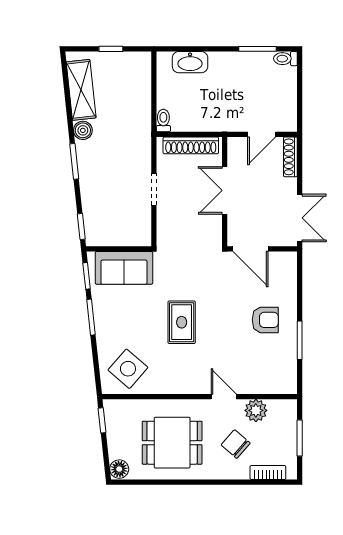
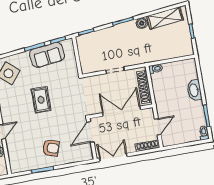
washbasin: (190, 62) -> (194, 90), moved
door: (262, 134) -> (158, 127), swing flipped
double door: (225, 190) -> (122, 111), width x1.37
double door: (300, 218) -> (113, 157), swing flipped
sofa: (124, 268) -> (47, 55), moved, turned -96
armchair: (265, 320) -> (51, 148), turned -69
rug: (182, 322) -> (41, 100), turned 90

